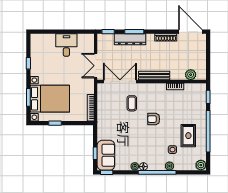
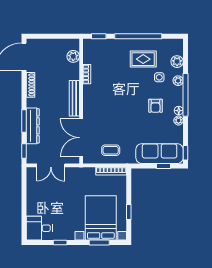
desk: (66, 45) -> (39, 228), moved
double door: (96, 66) -> (51, 165), moved
coffee table: (132, 103) -> (111, 150), moved
armchair: (154, 119) -> (155, 106), moved
sofa: (106, 155) -> (160, 154), width x1.36
plant: (201, 165) -> (177, 62), moved

